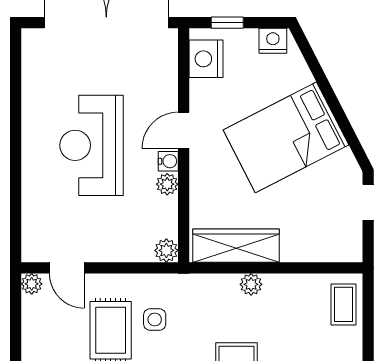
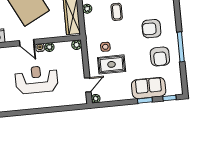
reception desk: (92, 145) -> (37, 80), turned 180

